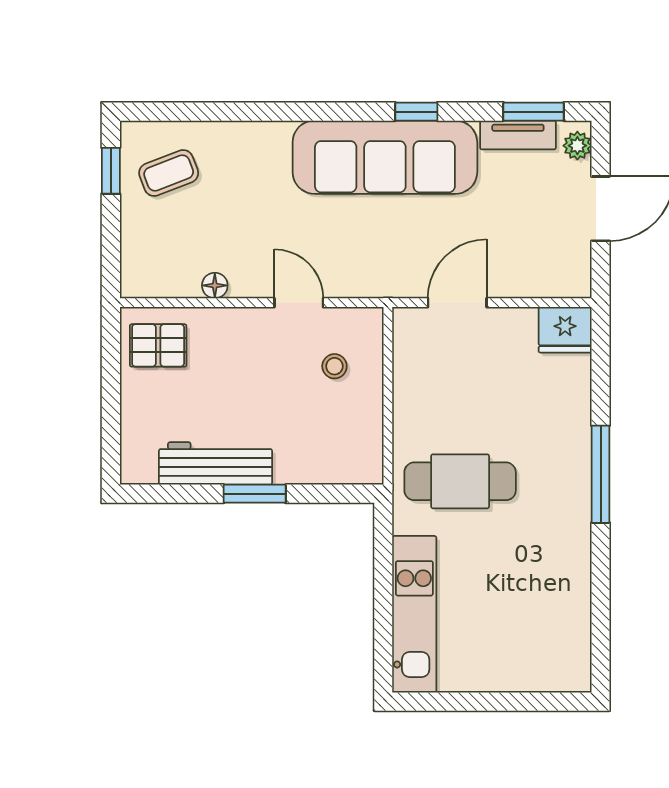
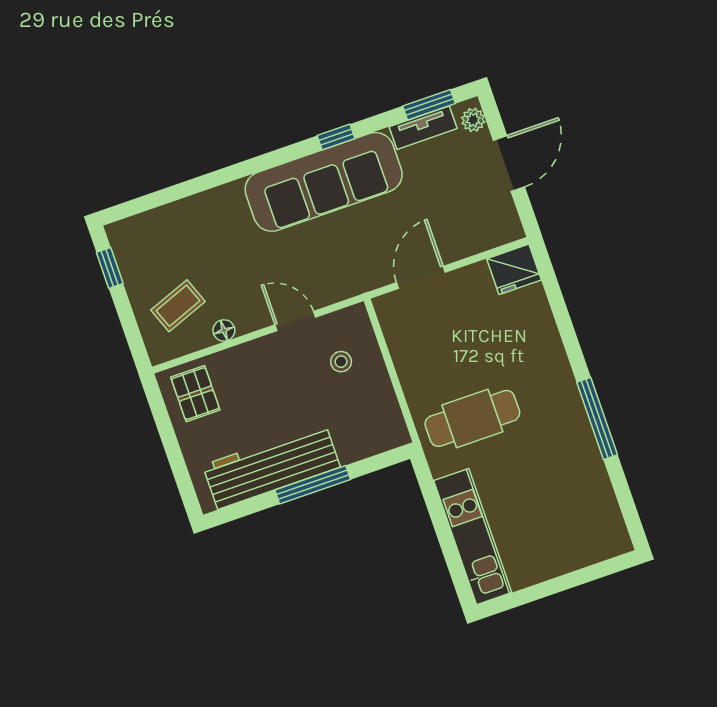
coffee table: (169, 173) -> (178, 306), moved
pallet: (158, 345) -> (195, 394), turned 90
workbench: (215, 463) -> (271, 466), width x1.36, depth x1.32
window: (601, 474) -> (597, 419), moved
window: (255, 494) -> (313, 485), width x1.44

